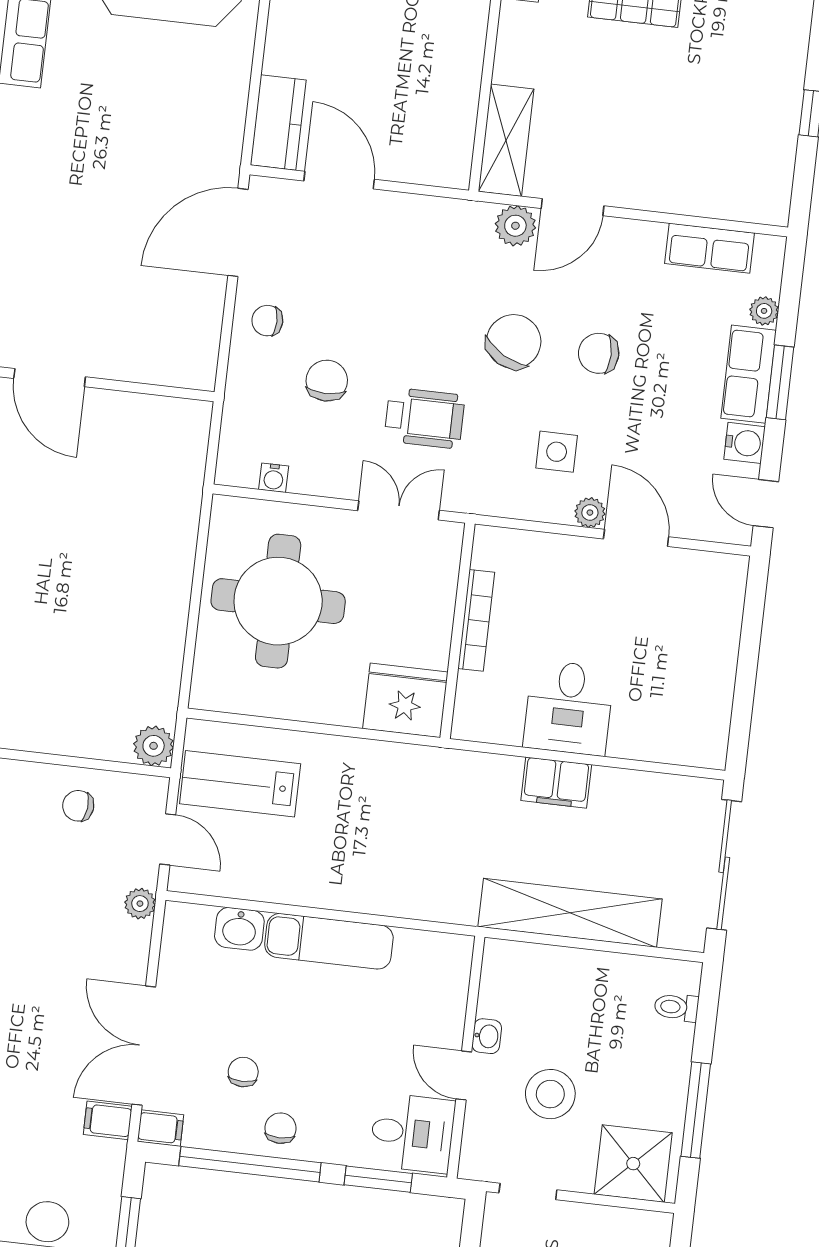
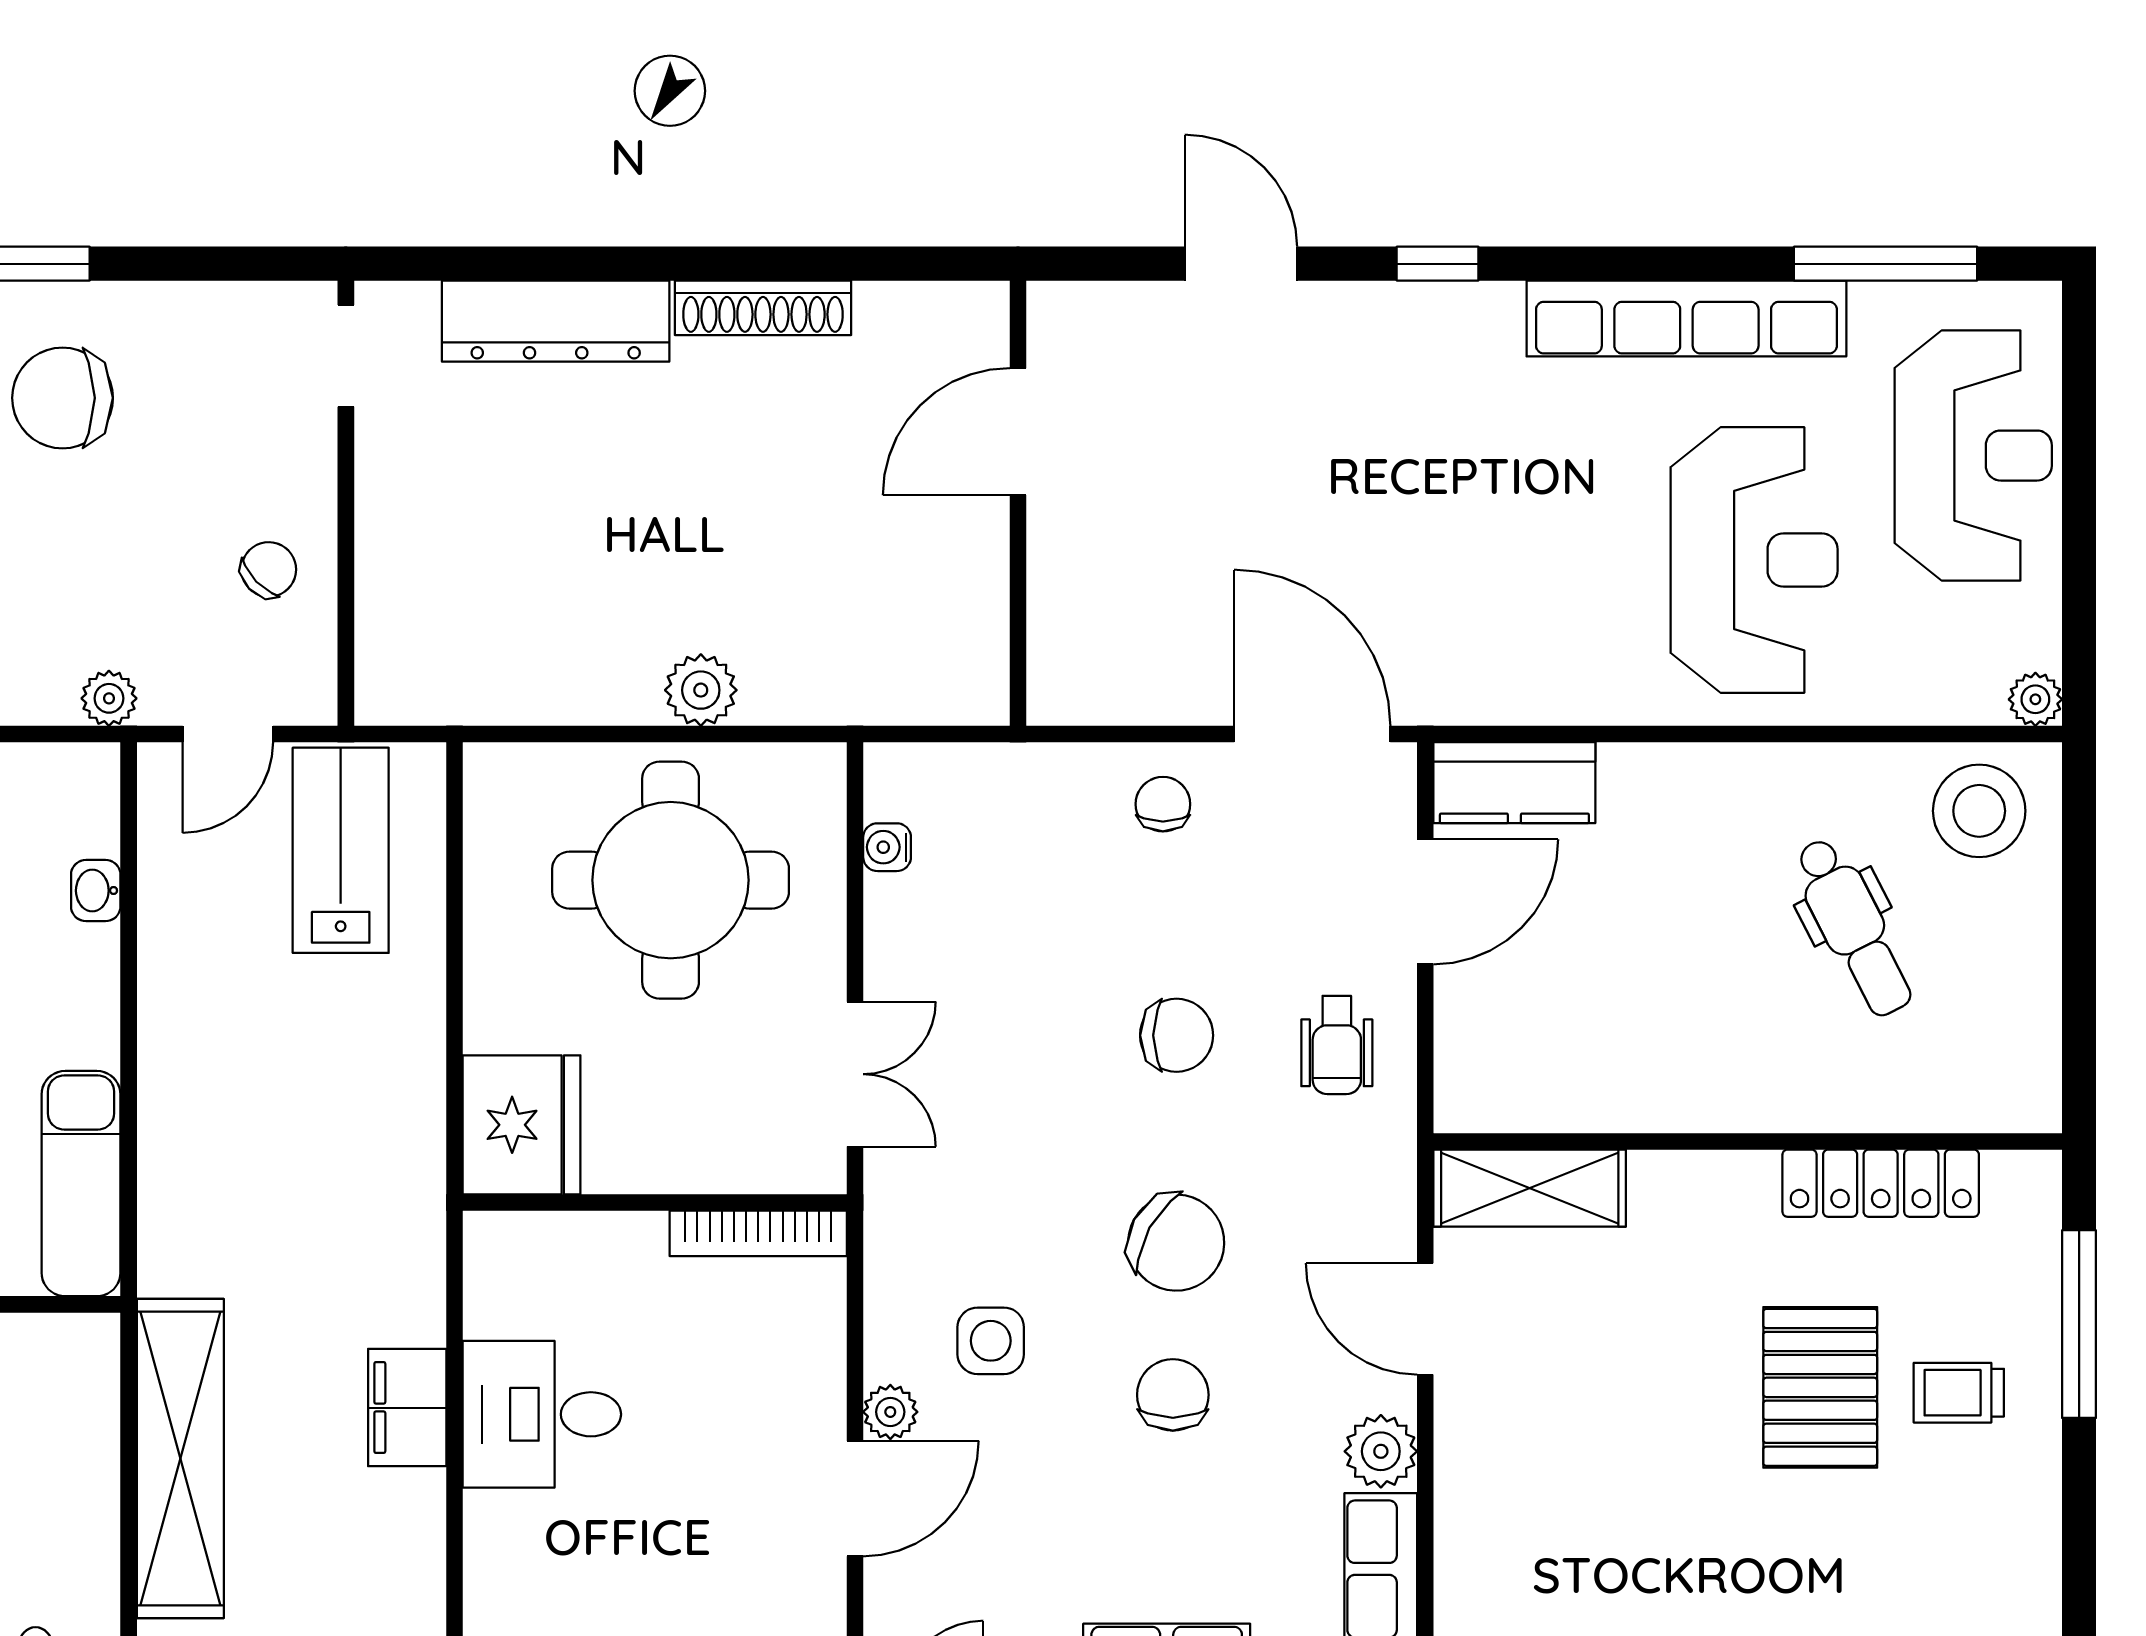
plant: (515, 226) -> (1381, 1451), moved
chair: (327, 381) -> (1177, 1035), moved
wheelchair: (425, 418) -> (1337, 1045), moved, width x0.73, depth x0.73
bookcase: (476, 620) -> (758, 1233), moved
plant: (154, 746) -> (701, 690), moved
chair: (78, 806) -> (269, 570), turned 40
washbasin: (239, 929) -> (96, 891), width x0.72, depth x0.69
exam couch: (329, 941) -> (81, 1184), moved

